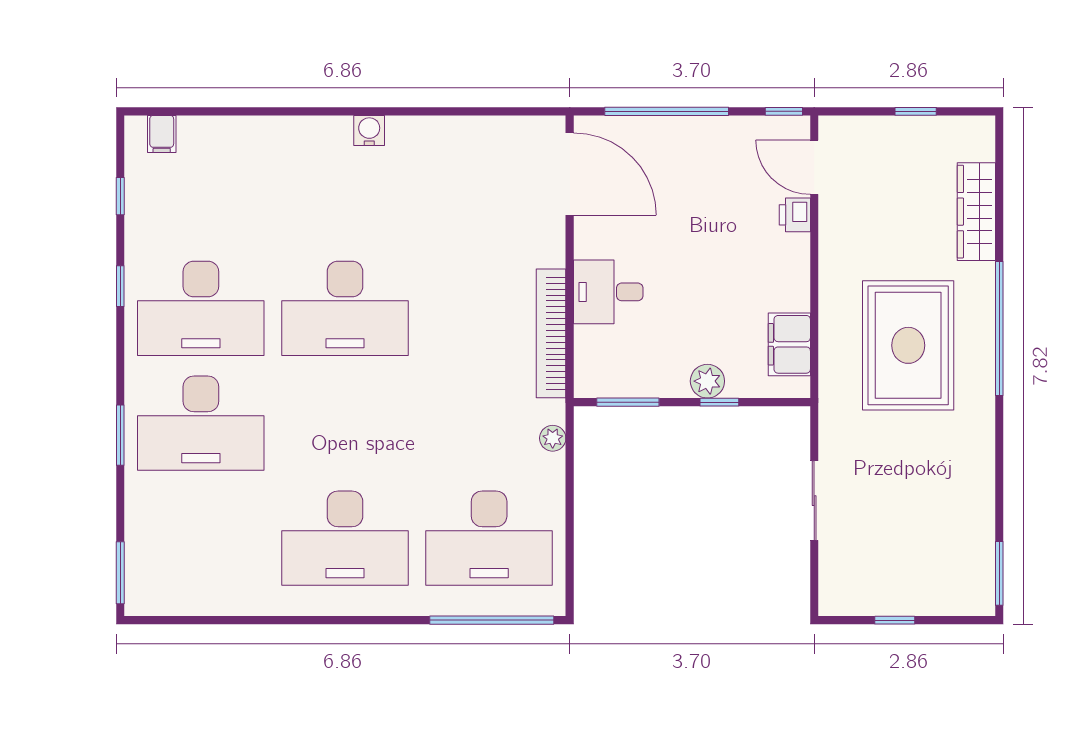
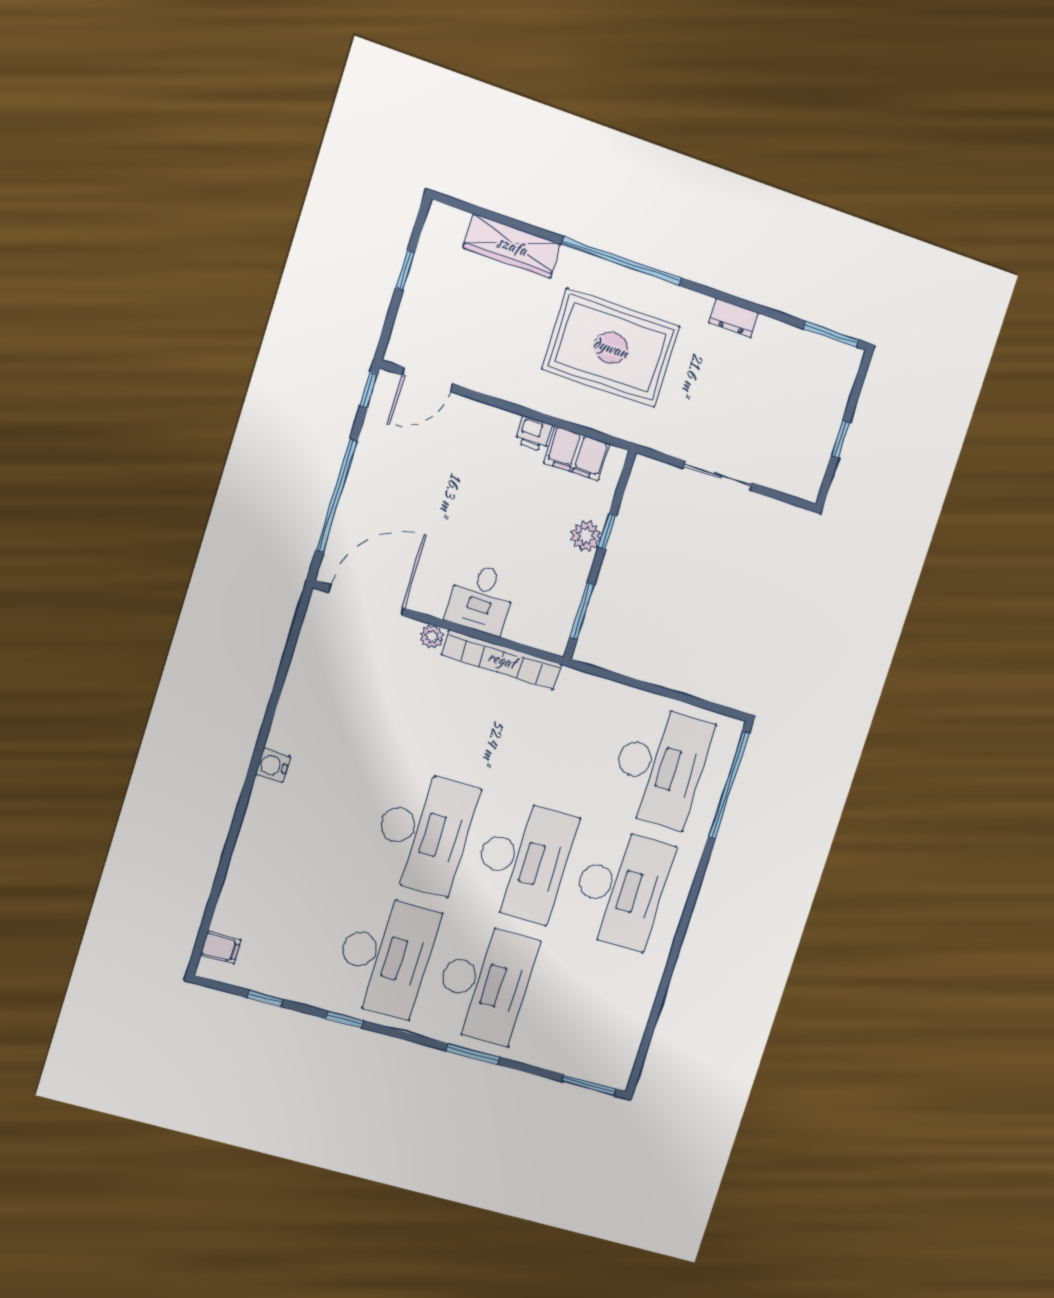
printer: (795, 215) -> (534, 434), moved
desk: (345, 423) -> (523, 861), added
plant: (553, 438) -> (432, 637), moved
dresser: (981, 464) -> (734, 318), added

